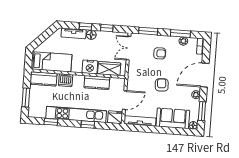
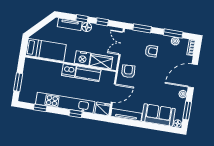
kitchen counter: (44, 79) -> (37, 66), removed
dishwasher: (66, 80) -> (69, 71), moved
armchair: (162, 85) -> (128, 71), moved

